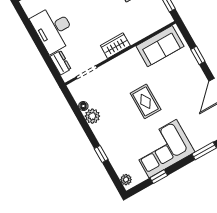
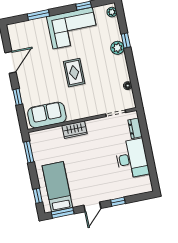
wardrobe: (115, 46) -> (74, 130), moved
plant: (92, 116) -> (117, 48), moved

